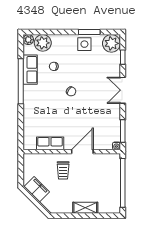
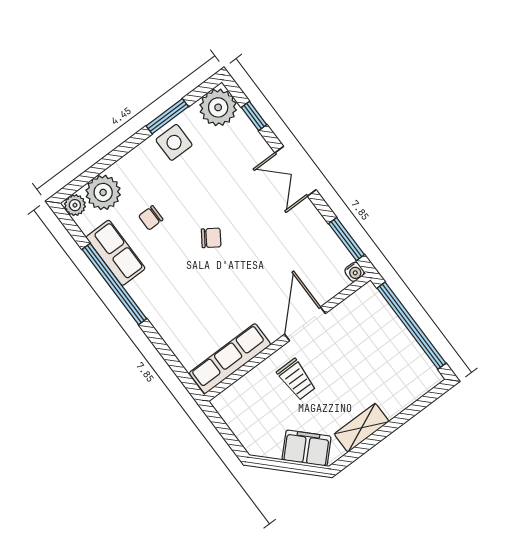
row of seats: (50, 143) -> (230, 359), width x1.48
filing cabinet: (37, 189) -> (307, 448), moved
shelving: (85, 208) -> (362, 428), moved

